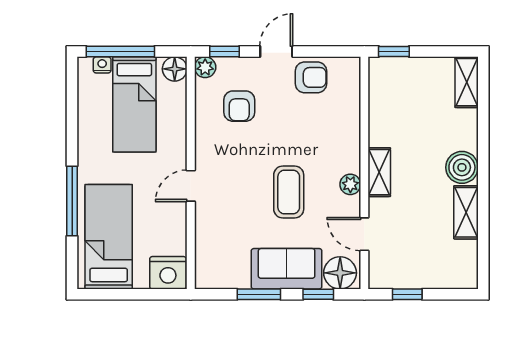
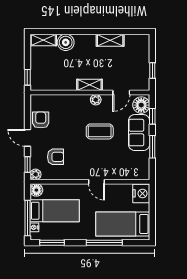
window: (72, 99) -> (52, 243), added
boiler: (462, 167) -> (66, 42), moved

